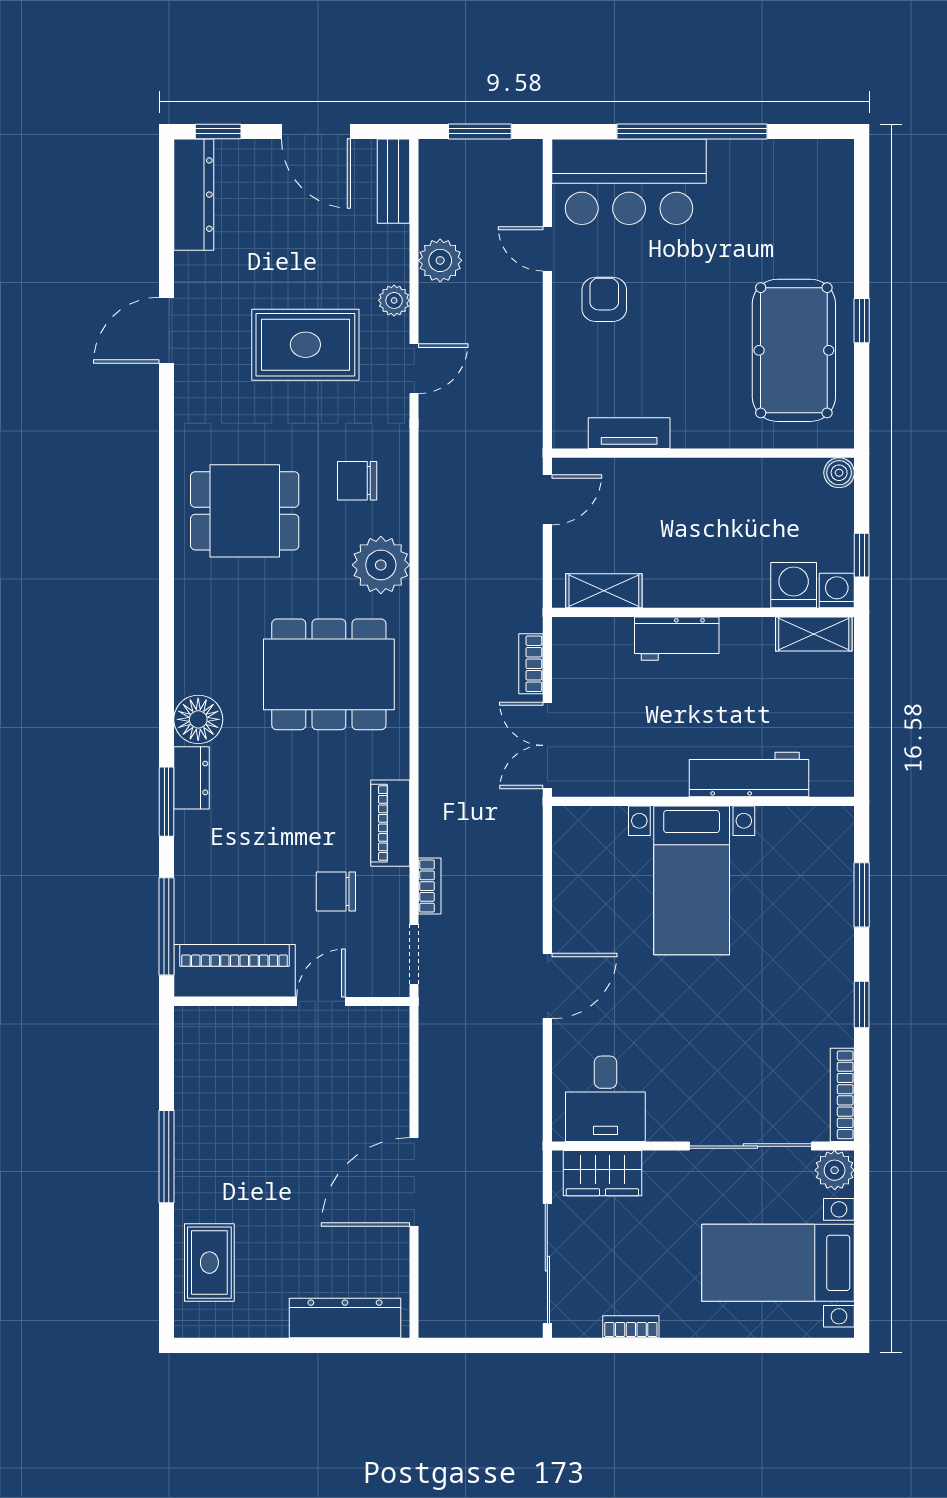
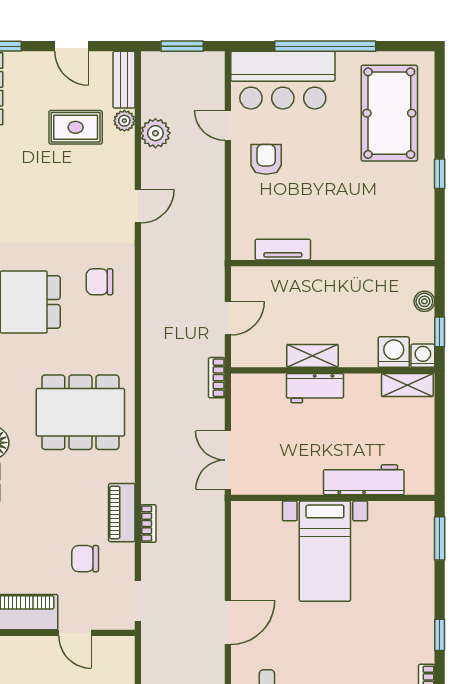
door: (316, 131) -> (72, 46), width x0.73
plant: (394, 300) -> (124, 121), moved
rug: (305, 345) -> (76, 127), moved, width x0.73, depth x0.70
pool table: (794, 350) -> (389, 113), moved
boiler: (839, 473) -> (424, 301), moved
door: (547, 500) -> (228, 318), moved
plant: (381, 565) -> (115, 338), removed
shelving: (604, 591) -> (313, 356), moved
bookcase: (531, 664) -> (217, 378), moved
bookcase: (430, 886) -> (148, 523), moved
window: (862, 895) -> (440, 538), moved
door: (321, 1001) -> (75, 633), swing flipped

